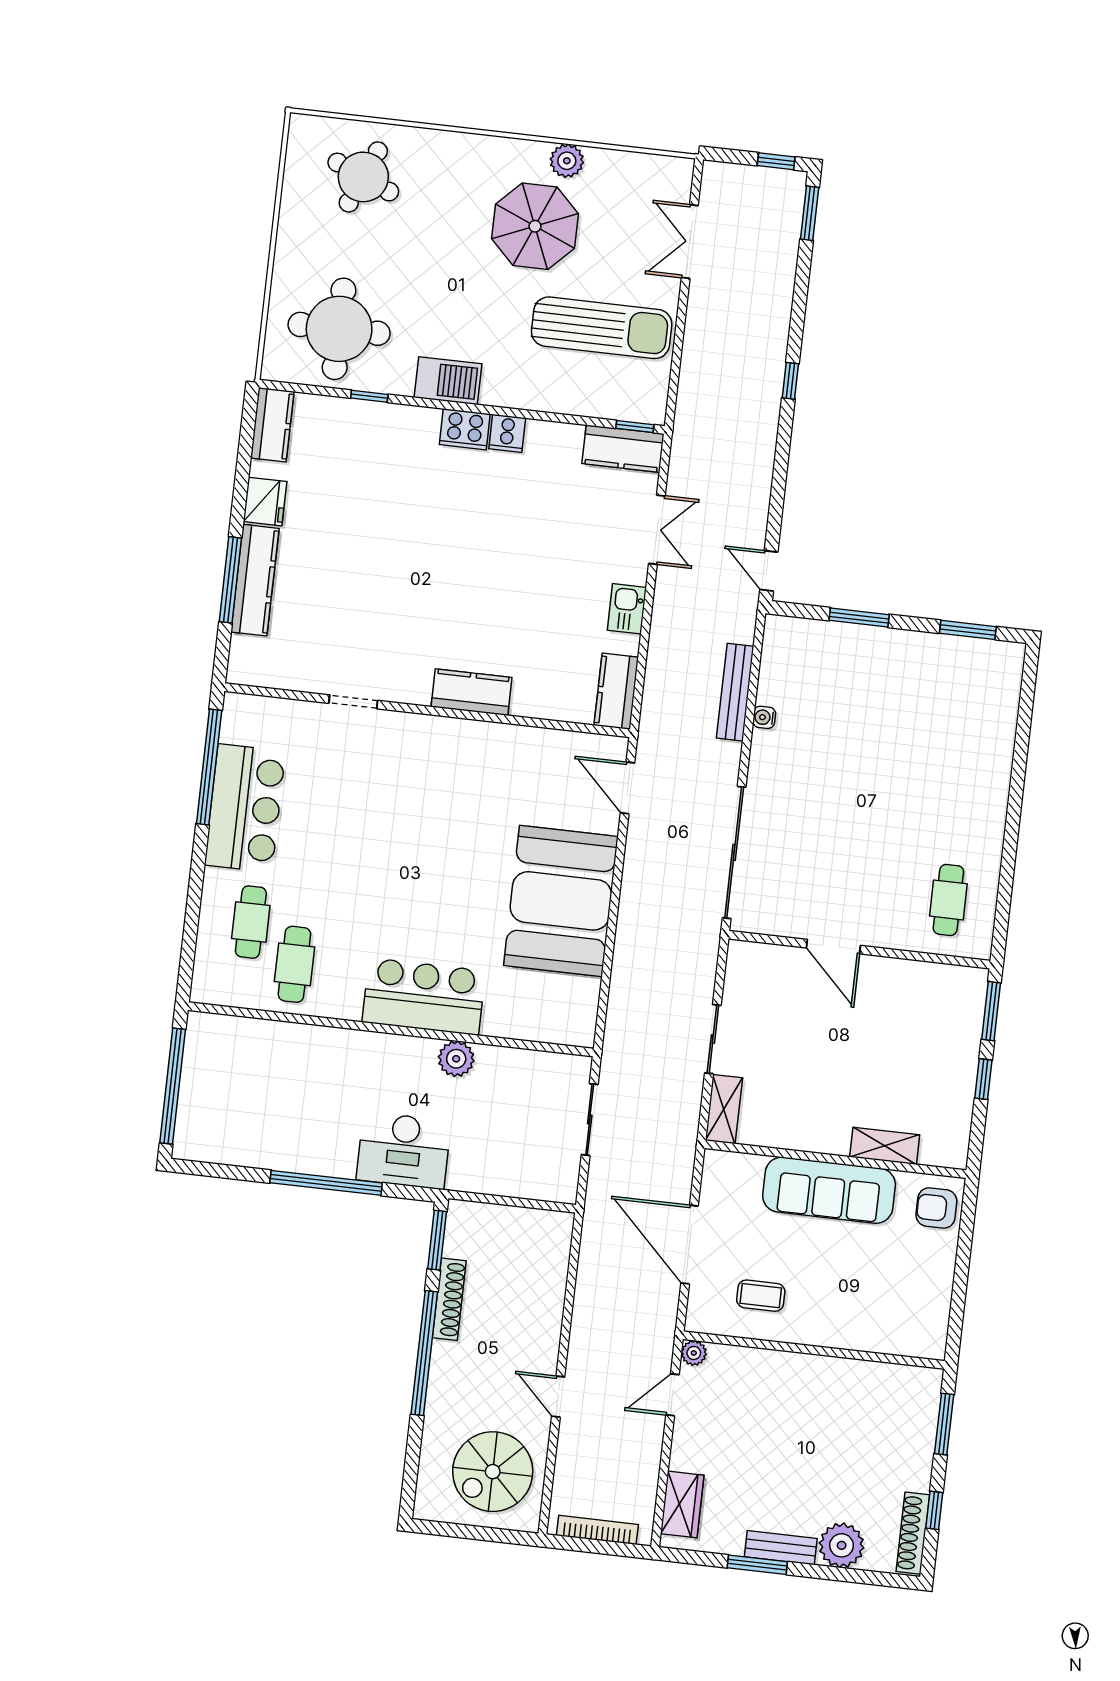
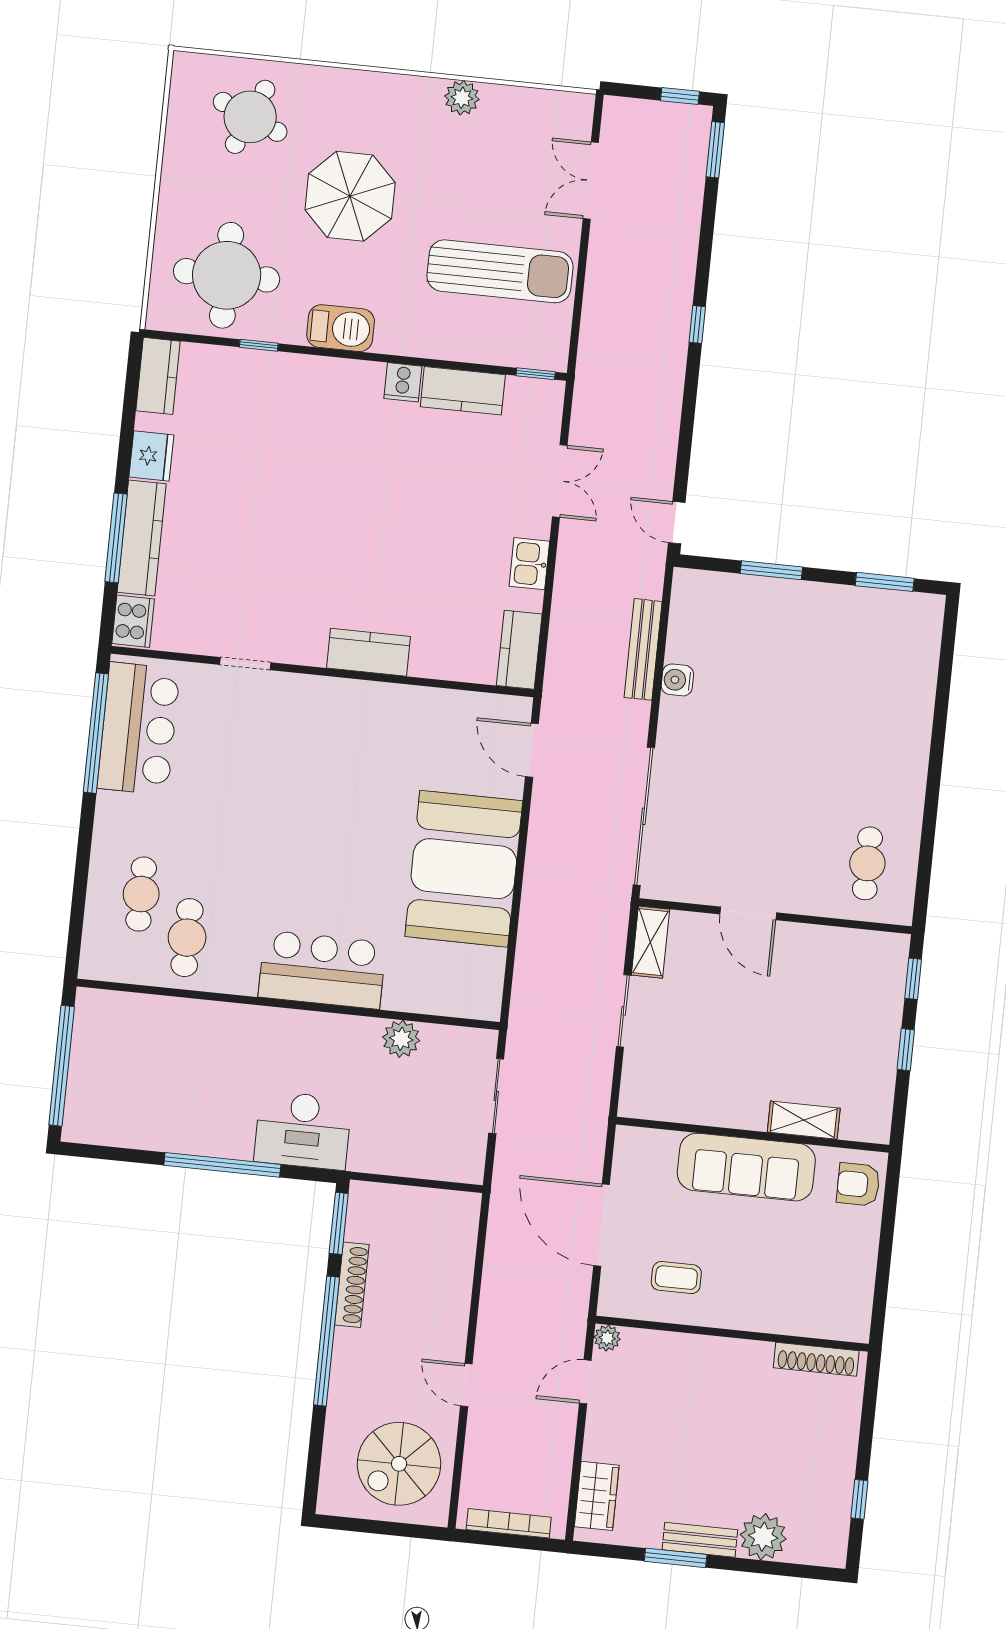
parasol: (535, 226) -> (350, 196), moved
cooker: (465, 429) -> (133, 621), moved, turned -90
kitchen counter: (623, 449) -> (463, 391), moved
water cooler: (764, 717) -> (677, 680), width x1.38, depth x1.38
bar counter: (245, 808) -> (139, 729), moved
window: (991, 1011) -> (913, 979), width x0.67
plant: (456, 1059) -> (401, 1039), moved
shelving: (724, 1109) -> (650, 942), moved
window: (944, 1424) -> (869, 1409), removed
shoe rack: (913, 1533) -> (816, 1359), moved, turned -90

